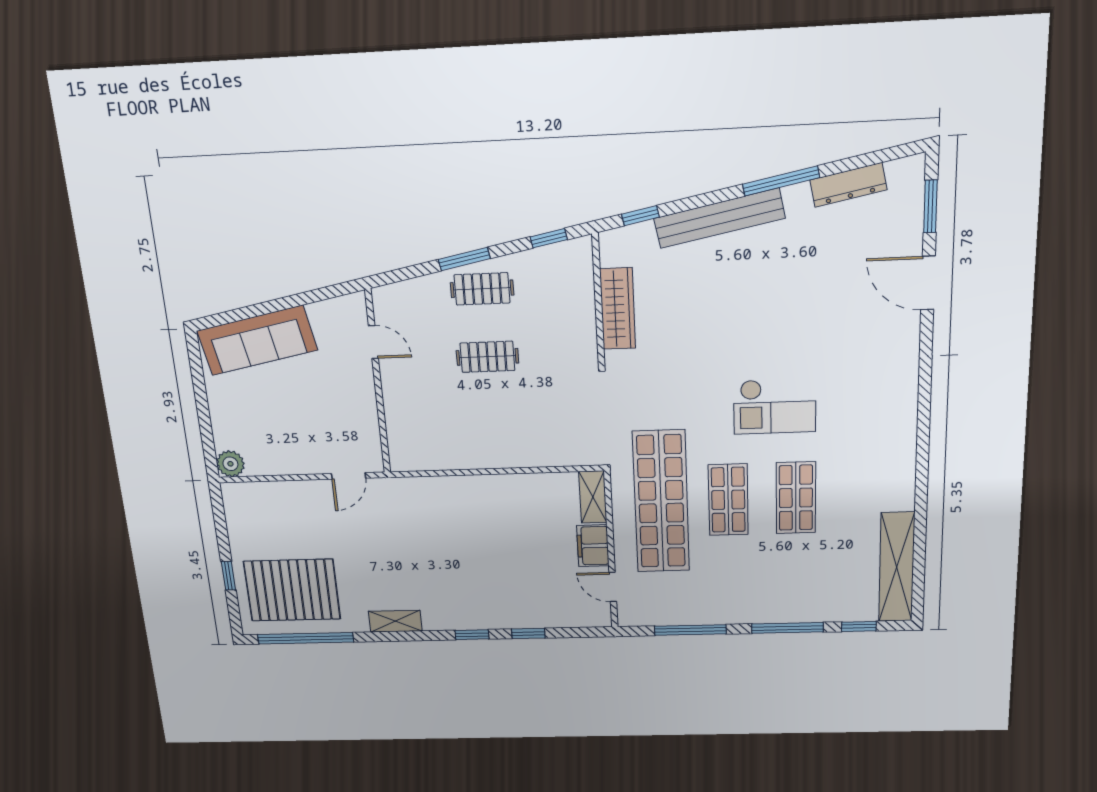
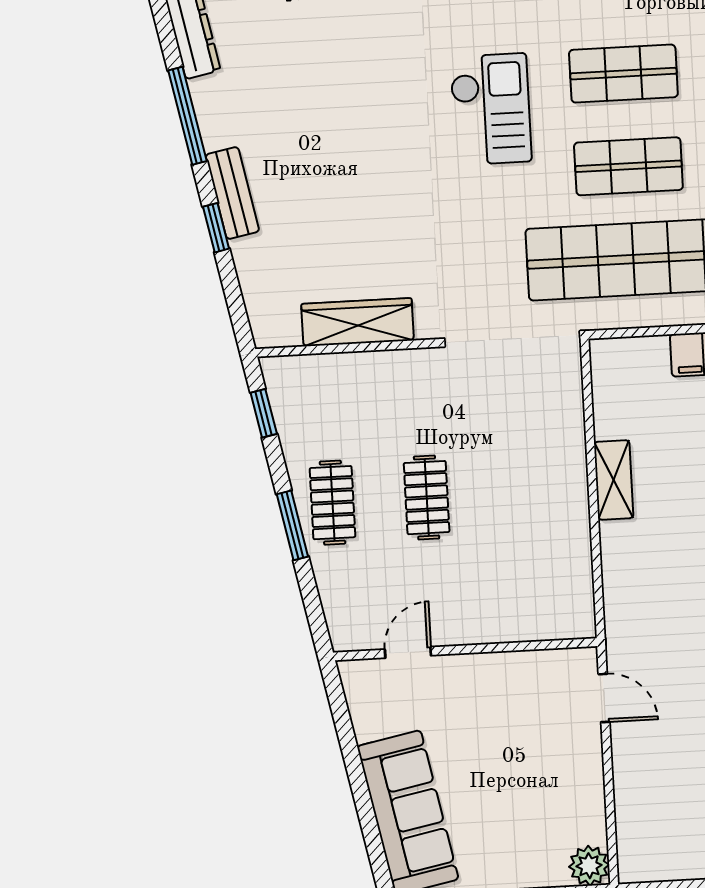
window: (640, 216) -> (216, 228), moved
bench: (719, 218) -> (232, 193), width x0.54, depth x0.82
shelving: (593, 497) -> (614, 480), moved, turned 90

